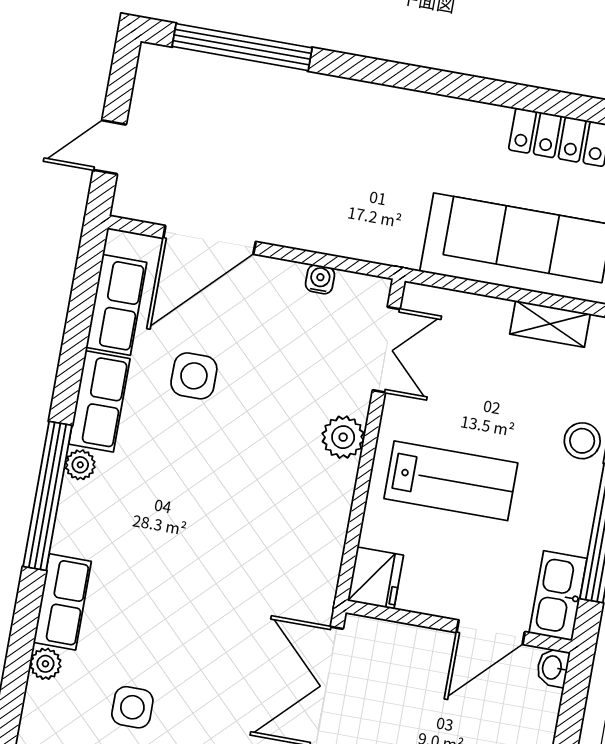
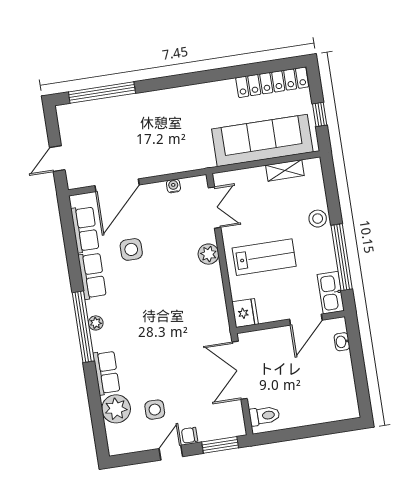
plant: (80, 465) -> (96, 323), moved
plant: (45, 664) -> (116, 409), width x1.87, depth x1.87
washbasin: (553, 668) -> (342, 342), moved

